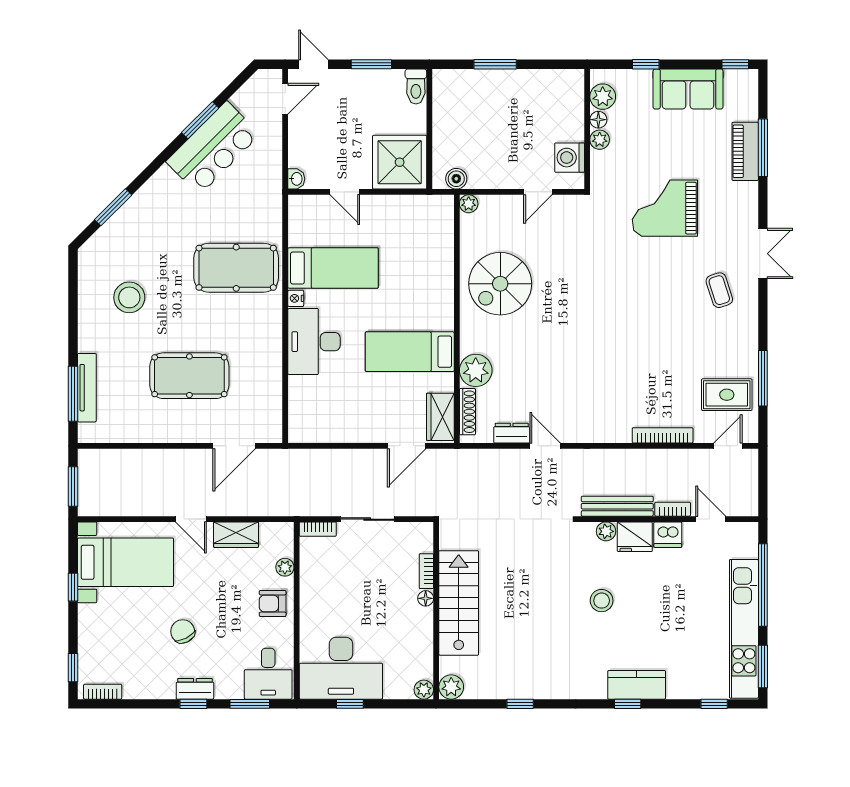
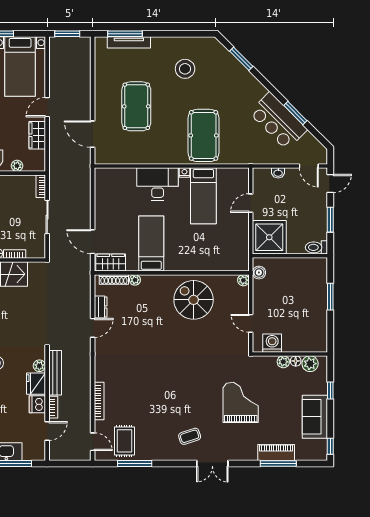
washbasin: (296, 179) -> (278, 173), moved
plant: (476, 370) -> (135, 280), width x0.53, depth x0.53

